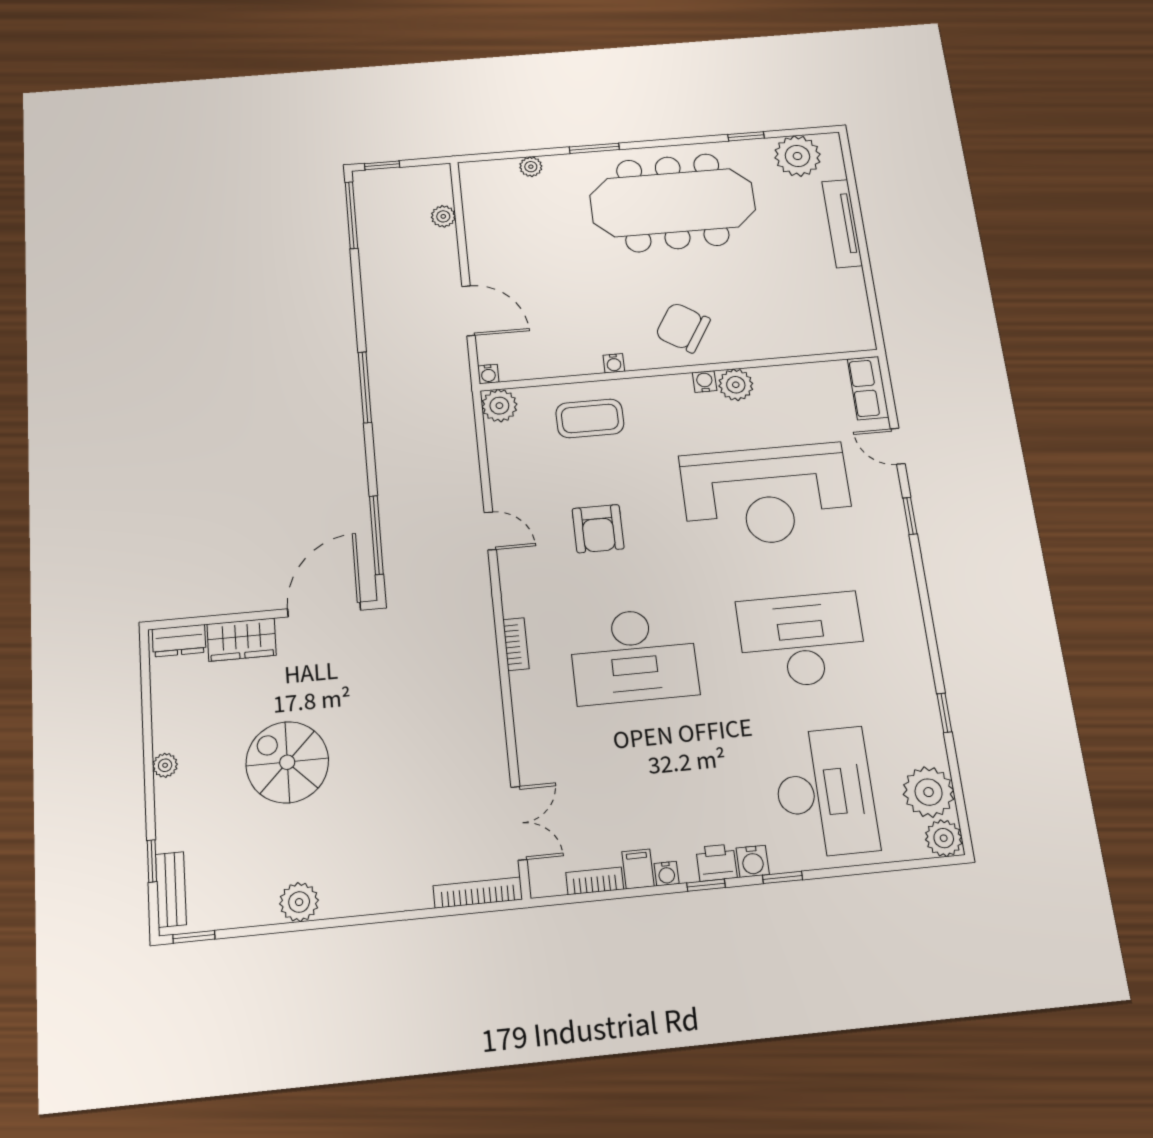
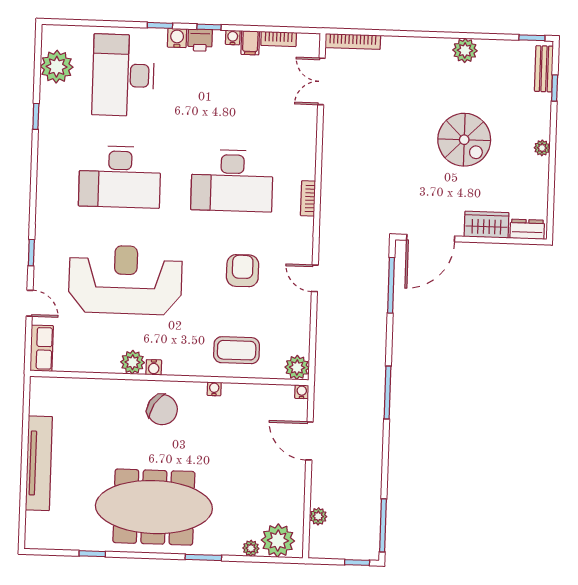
plant: (797, 156) -> (278, 540), moved
tv unit: (842, 224) -> (39, 463), width x1.36, depth x1.29
desk: (634, 656) -> (232, 181), turned 180
plant: (944, 838) -> (53, 36), removed

